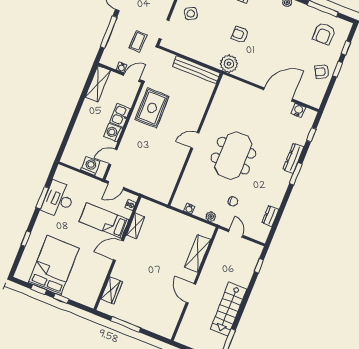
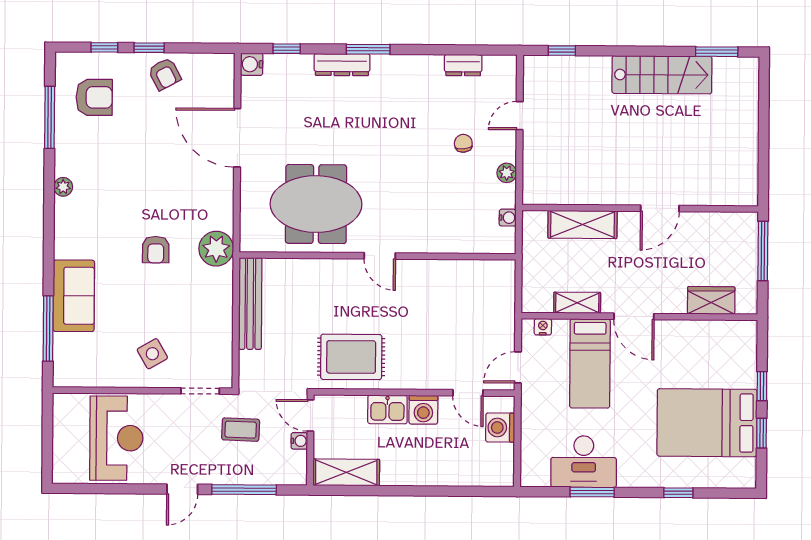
water cooler: (298, 110) -> (252, 64), moved
meeting table: (233, 156) -> (316, 204), moved
door: (116, 186) -> (518, 367), swing flipped
shelving: (198, 253) -> (582, 224), moved
wall: (195, 284) -> (640, 208), moved
door: (191, 293) -> (660, 208), moved

